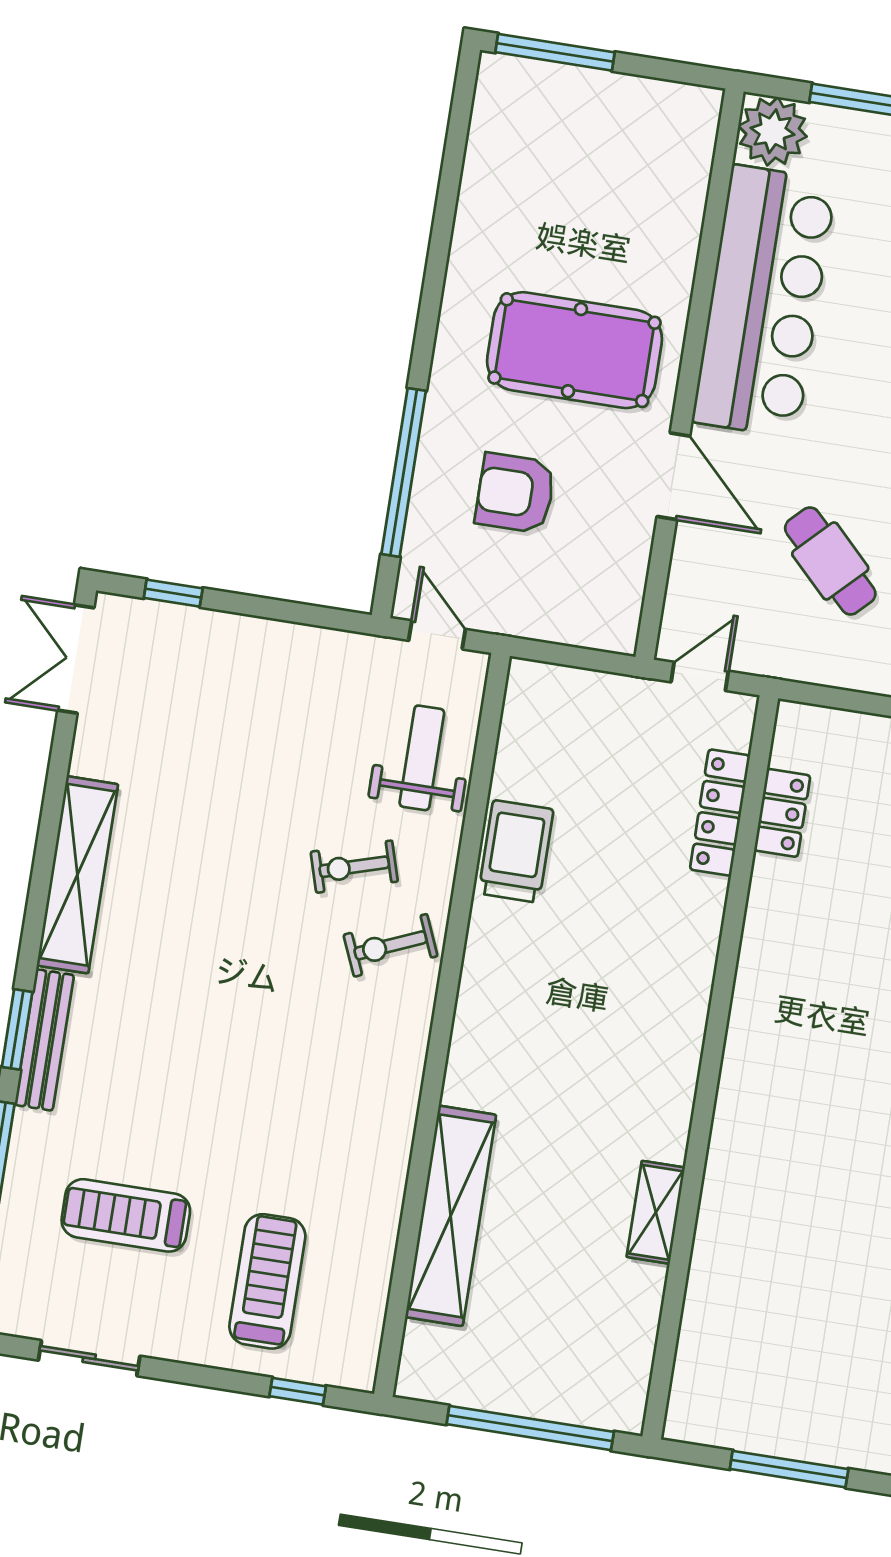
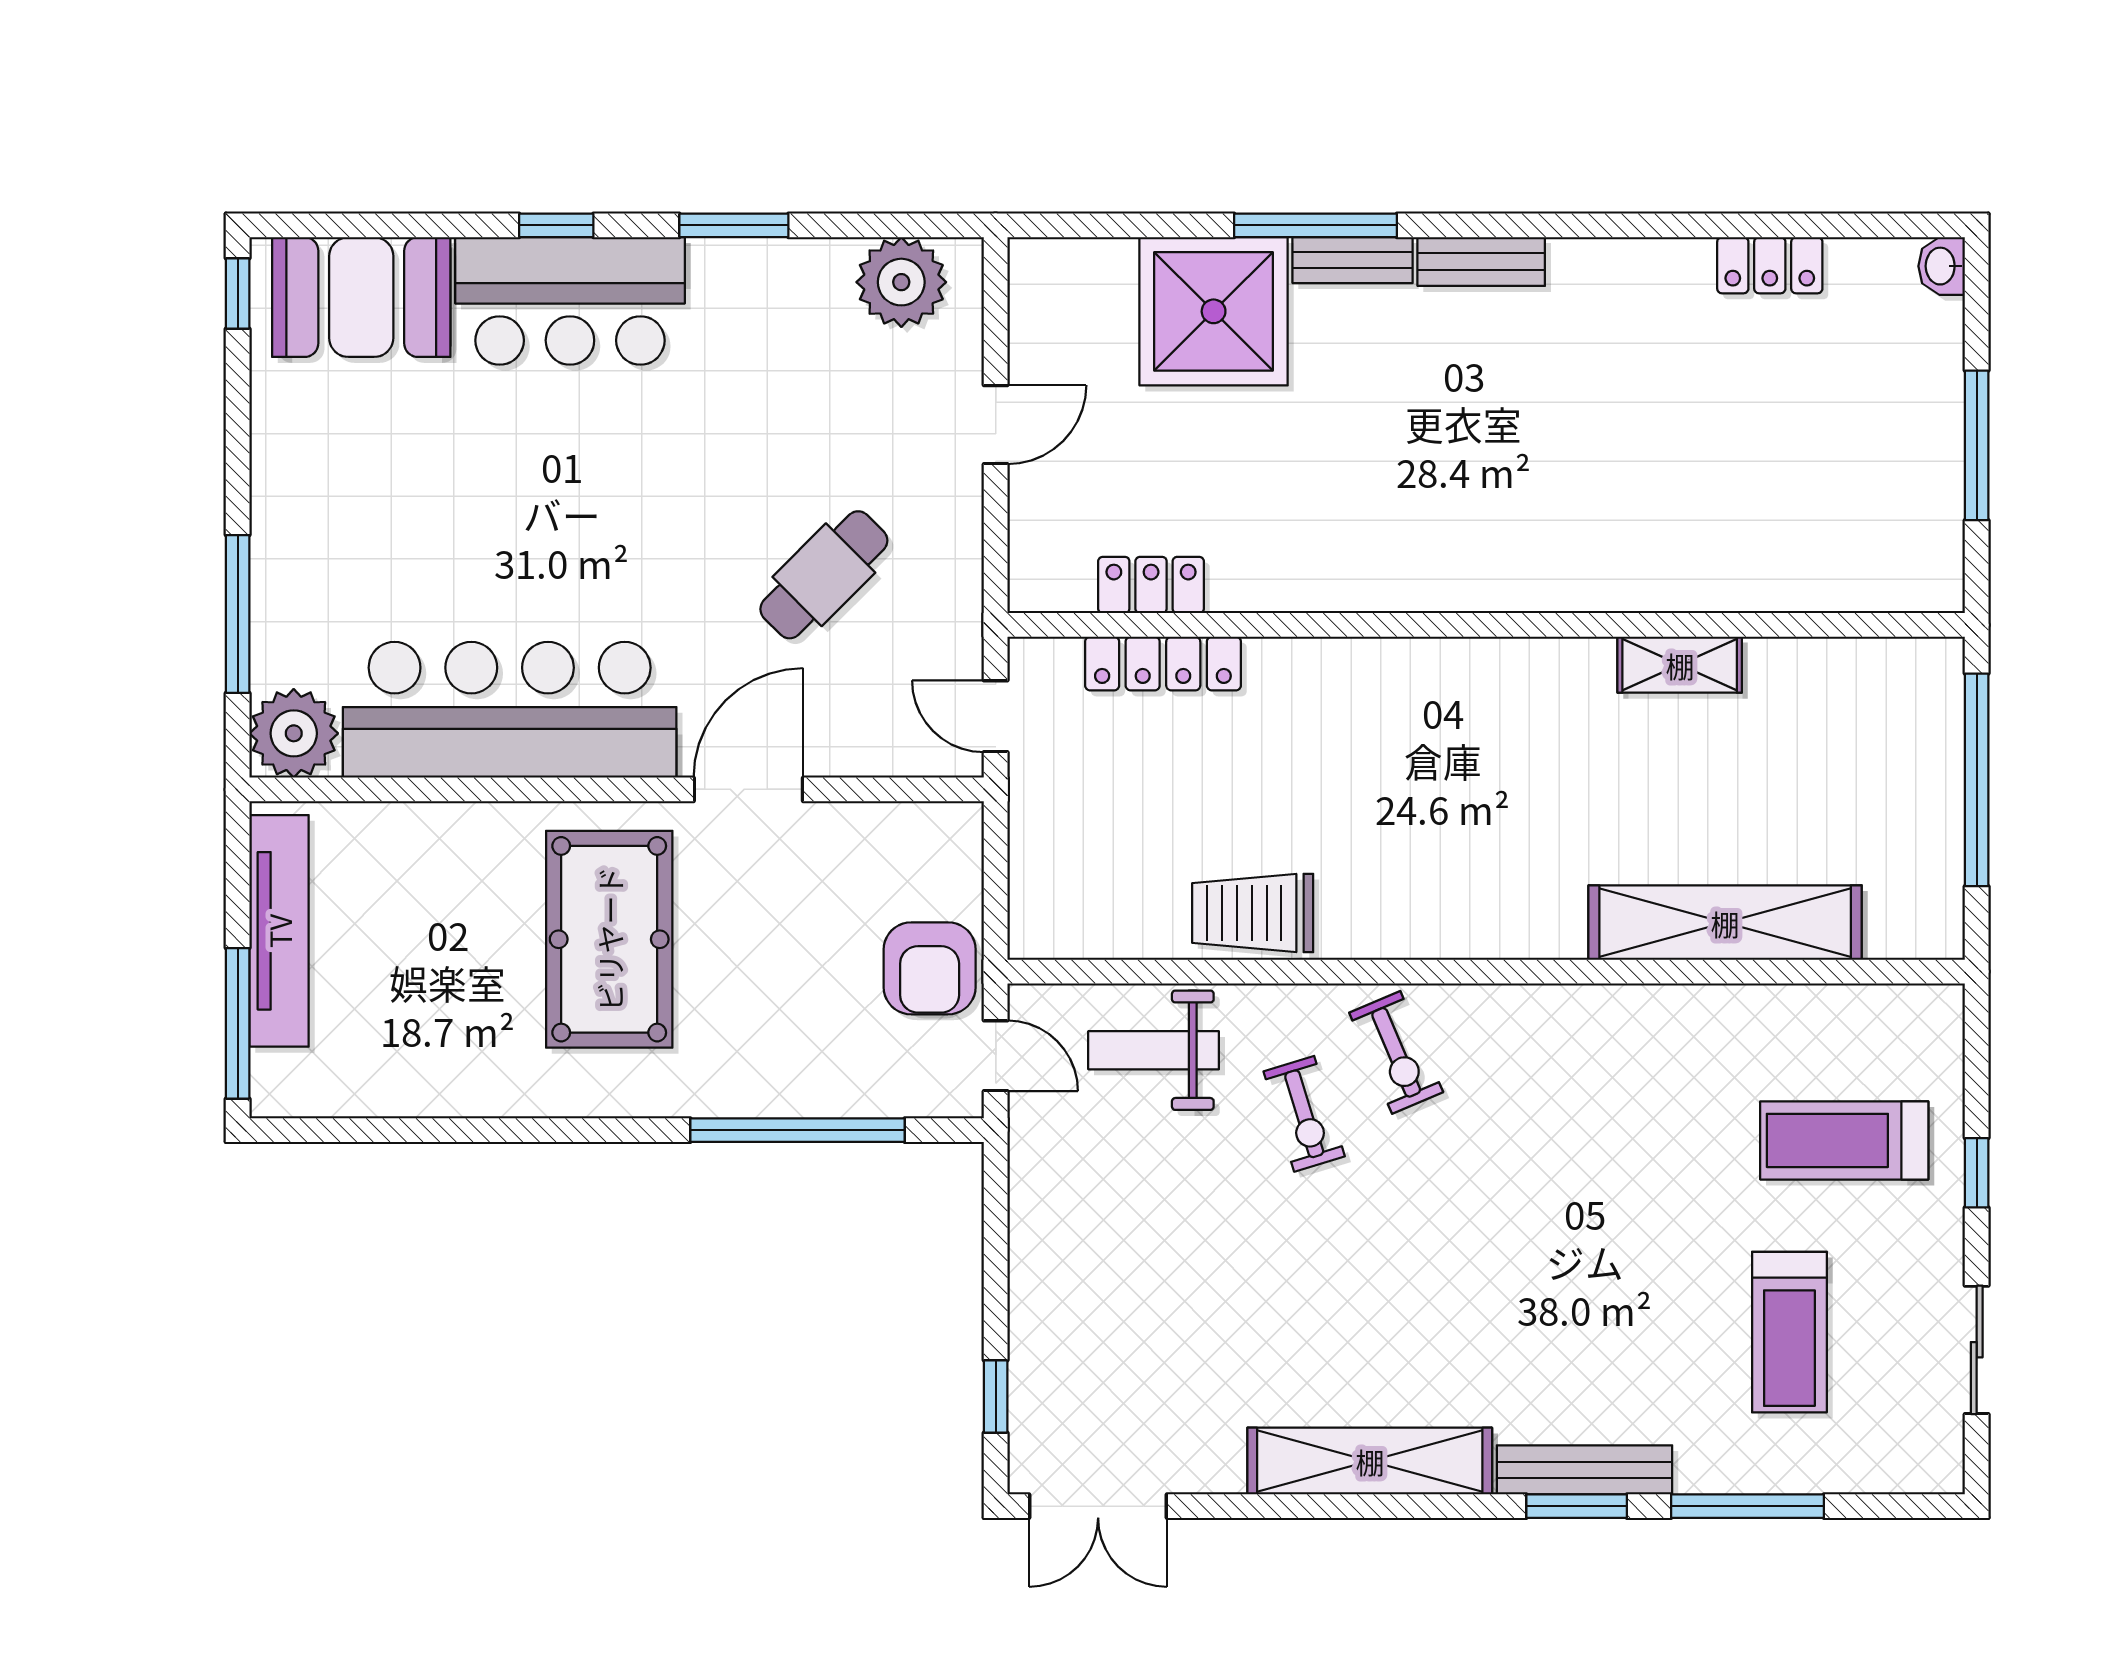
tv unit: (621, 96) -> (279, 931), added
armchair: (515, 493) -> (930, 968), moved
door: (437, 635) -> (996, 1056), swing flipped
window: (298, 1391) -> (1977, 1173), moved

